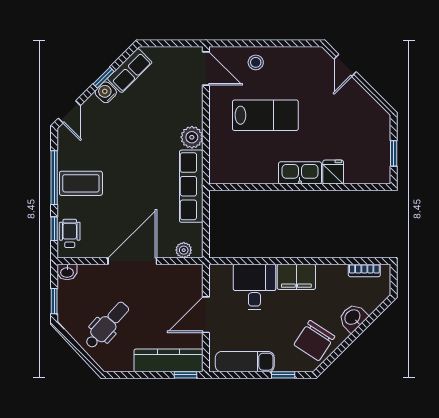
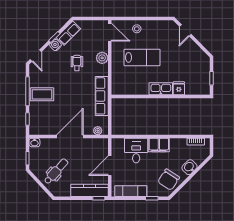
plant: (192, 137) -> (102, 58), moved
wheelchair: (70, 233) -> (77, 63), moved

